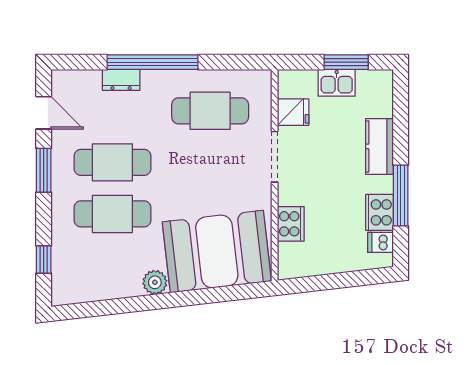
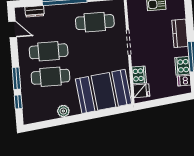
dresser: (121, 80) -> (35, 11), moved
fridge: (293, 112) -> (141, 91), moved
window: (44, 170) -> (16, 78), moved
plant: (155, 282) -> (63, 111), moved

